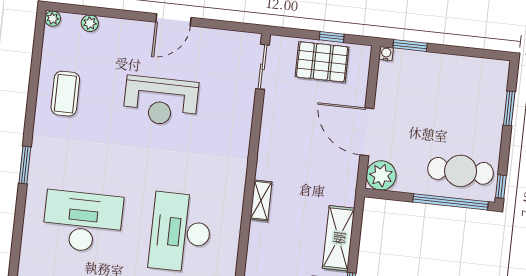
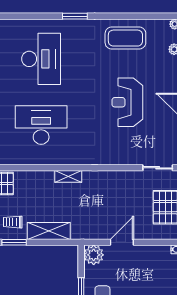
coffee table: (65, 94) -> (125, 38), width x1.36, depth x1.32
door: (367, 132) -> (122, 242), width x0.73

